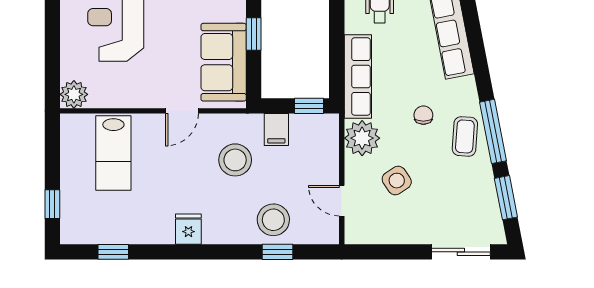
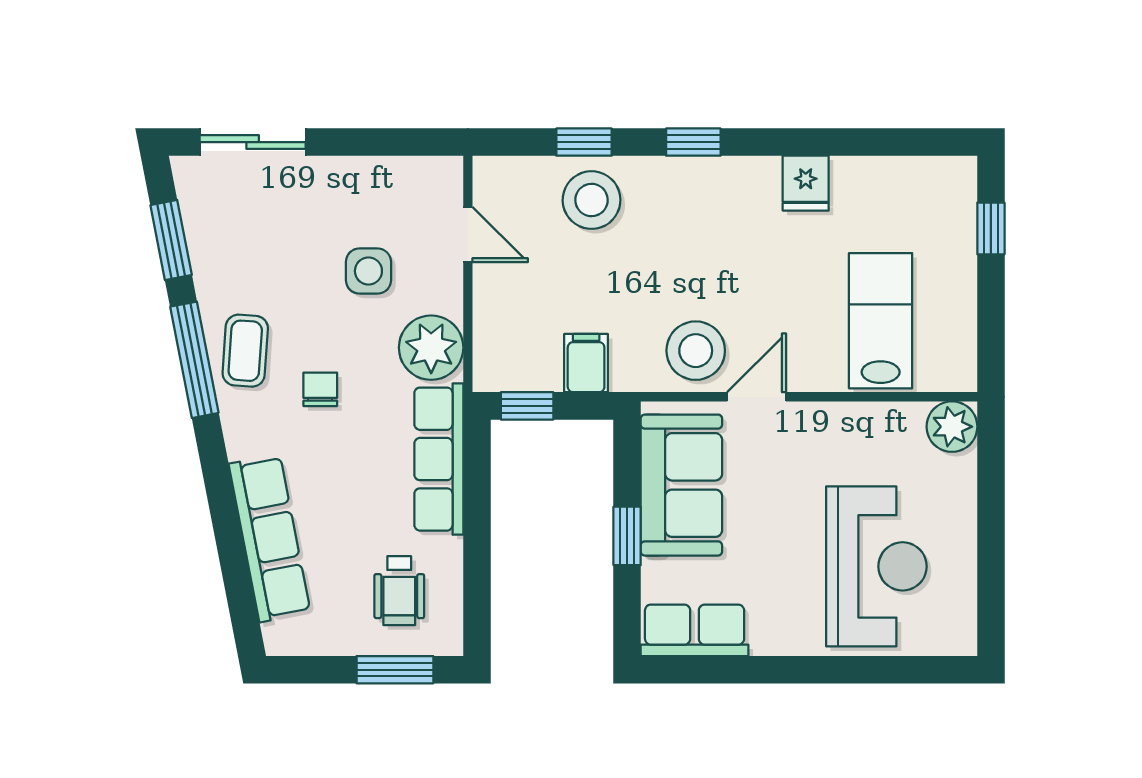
chair: (423, 115) -> (320, 389), turned 180
stool: (235, 160) -> (696, 351), moved
side table: (397, 181) -> (368, 271), turned 34
fridge: (188, 229) -> (806, 183), moved
window: (113, 252) -> (693, 142), moved

